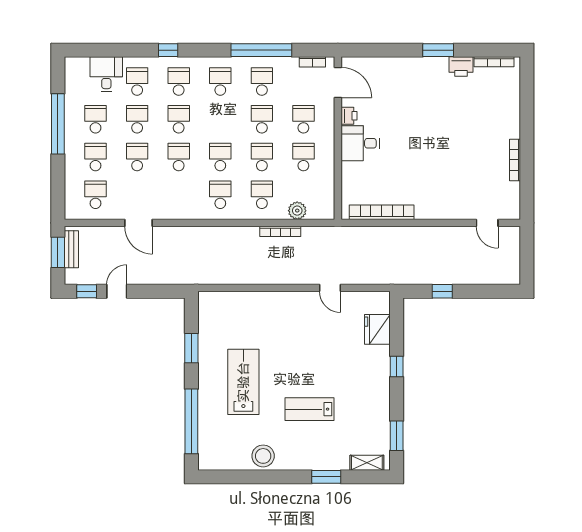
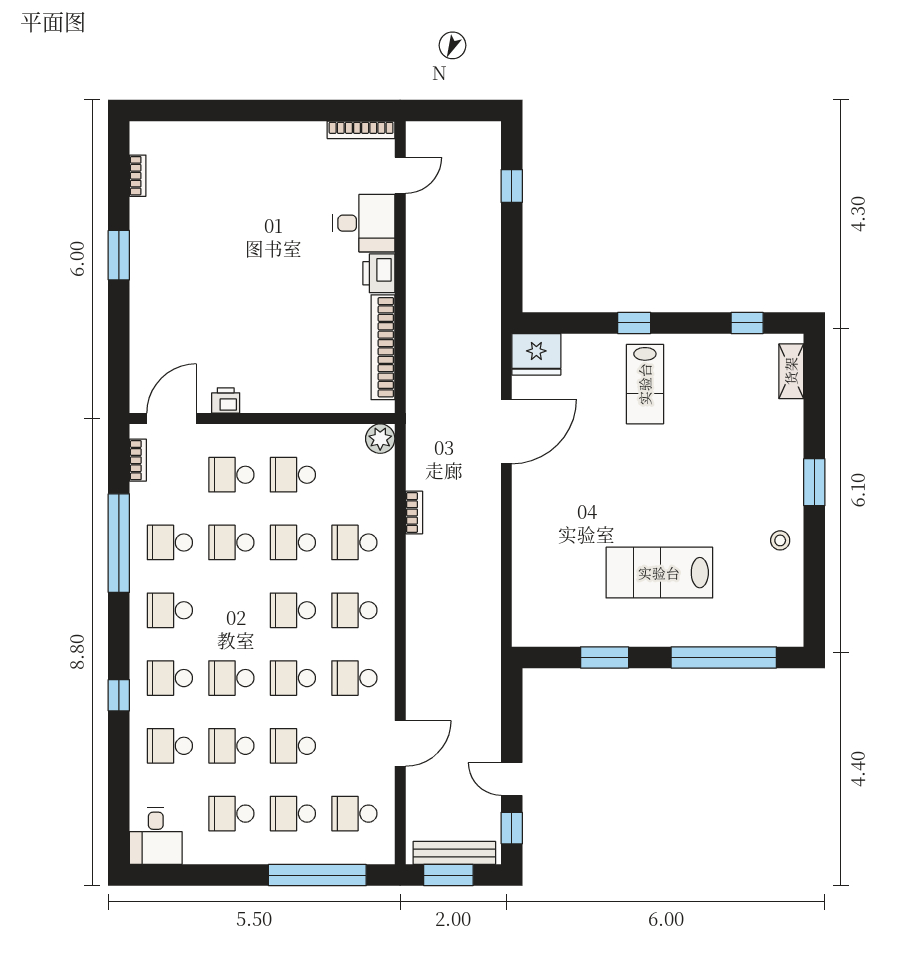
bookcase: (494, 62) -> (138, 176), width x0.64
printer: (461, 67) -> (379, 273), moved, turned 180
desk: (106, 74) -> (156, 836), moved, turned -90
window: (58, 124) -> (317, 875), moved
desk: (360, 143) -> (364, 223), moved, turned -90
bookcase: (515, 160) -> (361, 130), moved
school desk: (179, 195) -> (354, 678), added
plant: (297, 211) -> (380, 439), moved
bookcase: (280, 231) -> (414, 512), width x0.64
bench: (71, 249) -> (454, 853), width x1.36
door: (330, 288) -> (506, 431), width x1.87
window: (442, 291) -> (512, 186), moved
fridge: (377, 329) -> (536, 354), moved
lab bench: (310, 409) -> (645, 384), moved
window: (397, 436) -> (747, 323), width x0.67
stool: (263, 456) -> (780, 540), width x0.53, depth x0.53
window: (326, 477) -> (814, 482), moved

